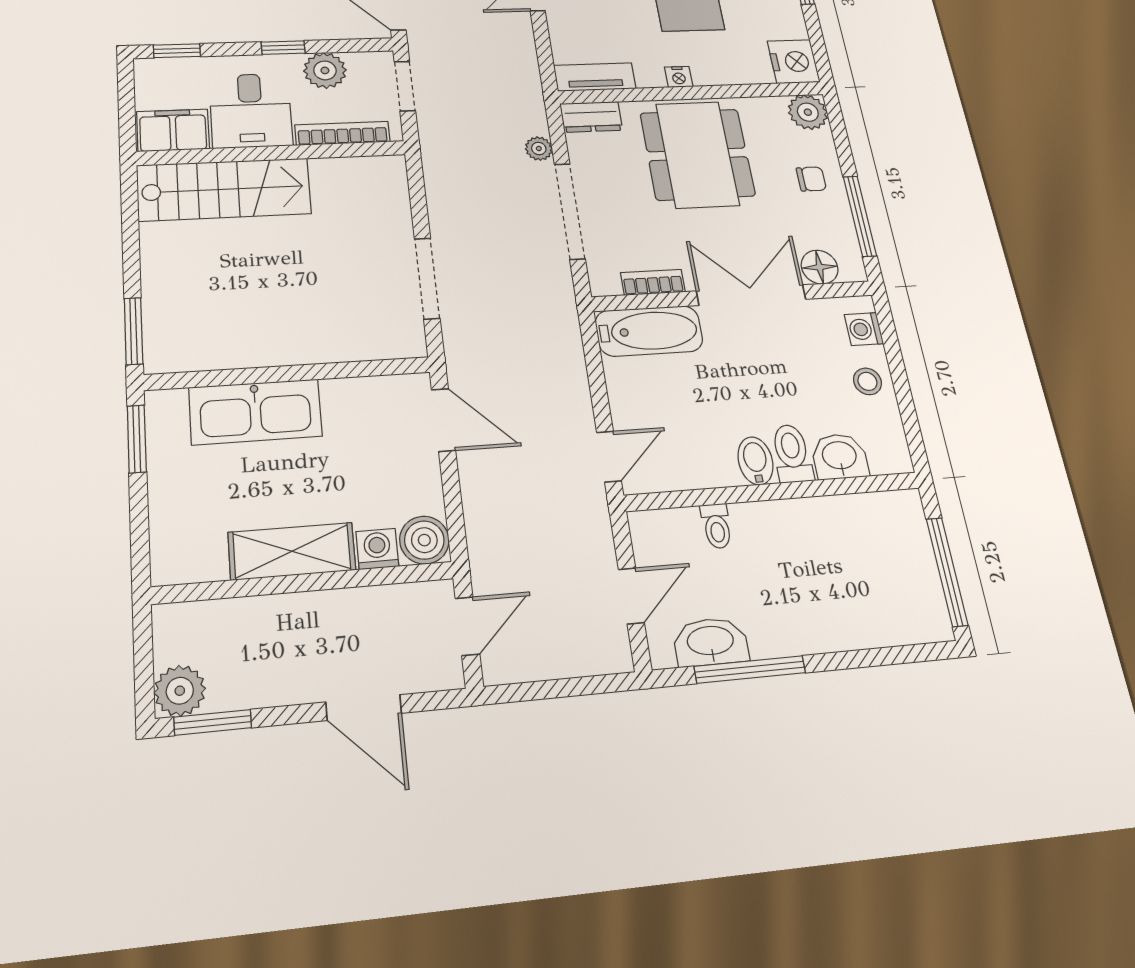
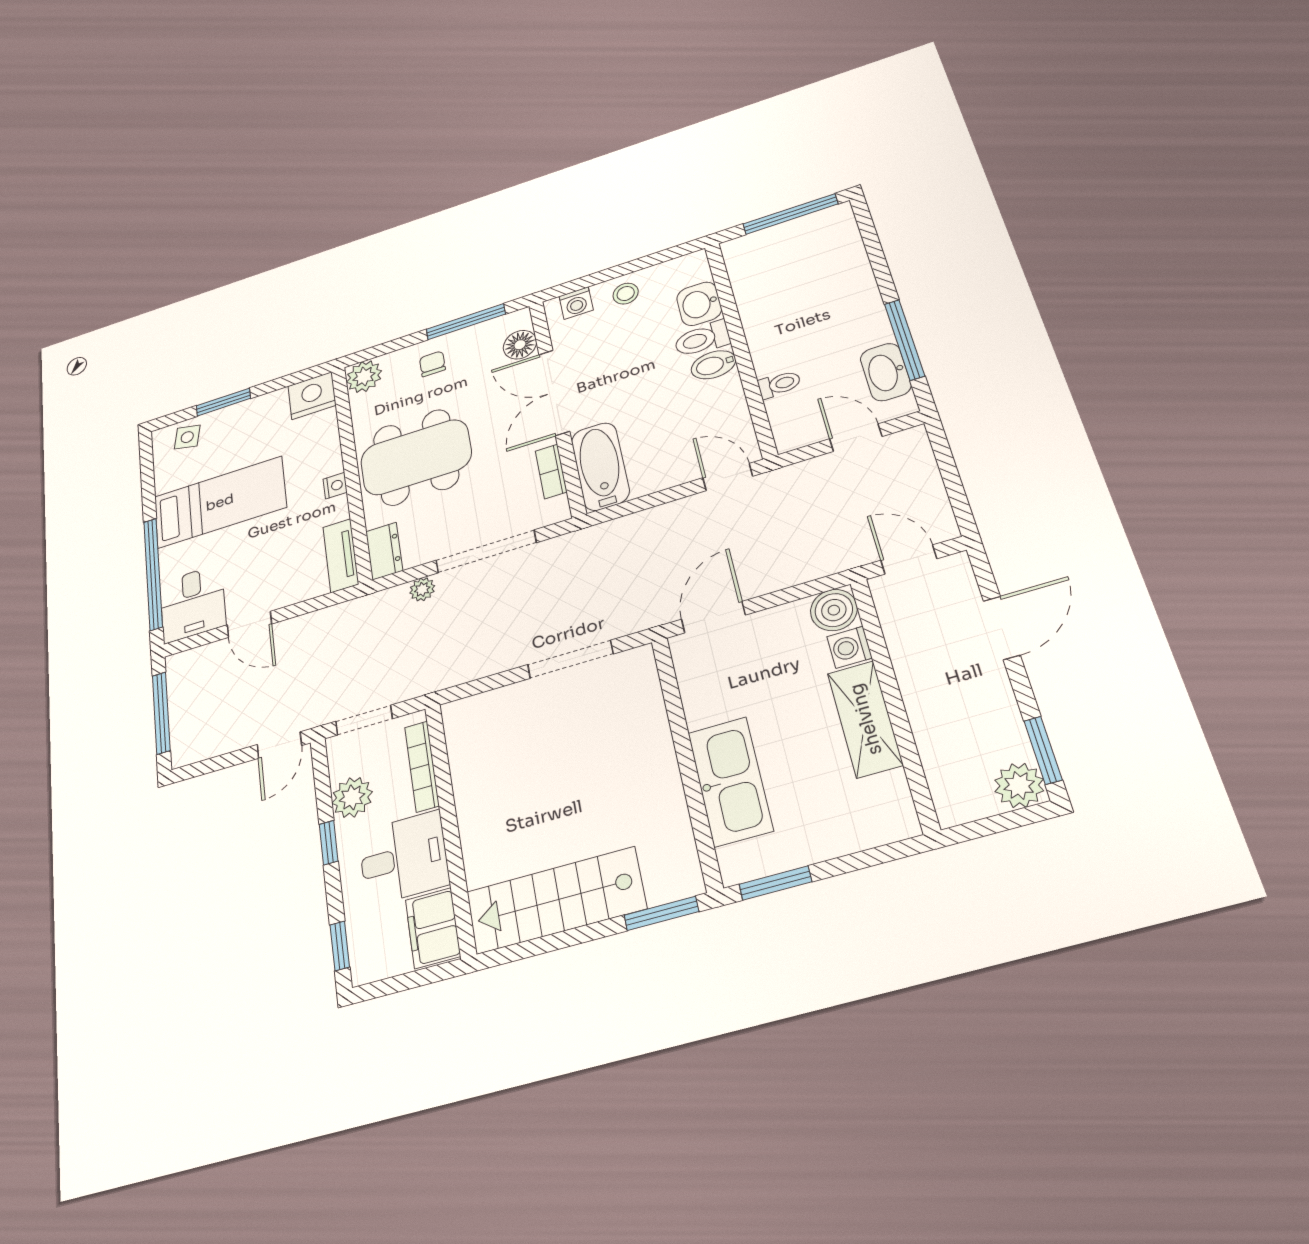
stairs: (224, 189) -> (556, 900), moved, turned -90

